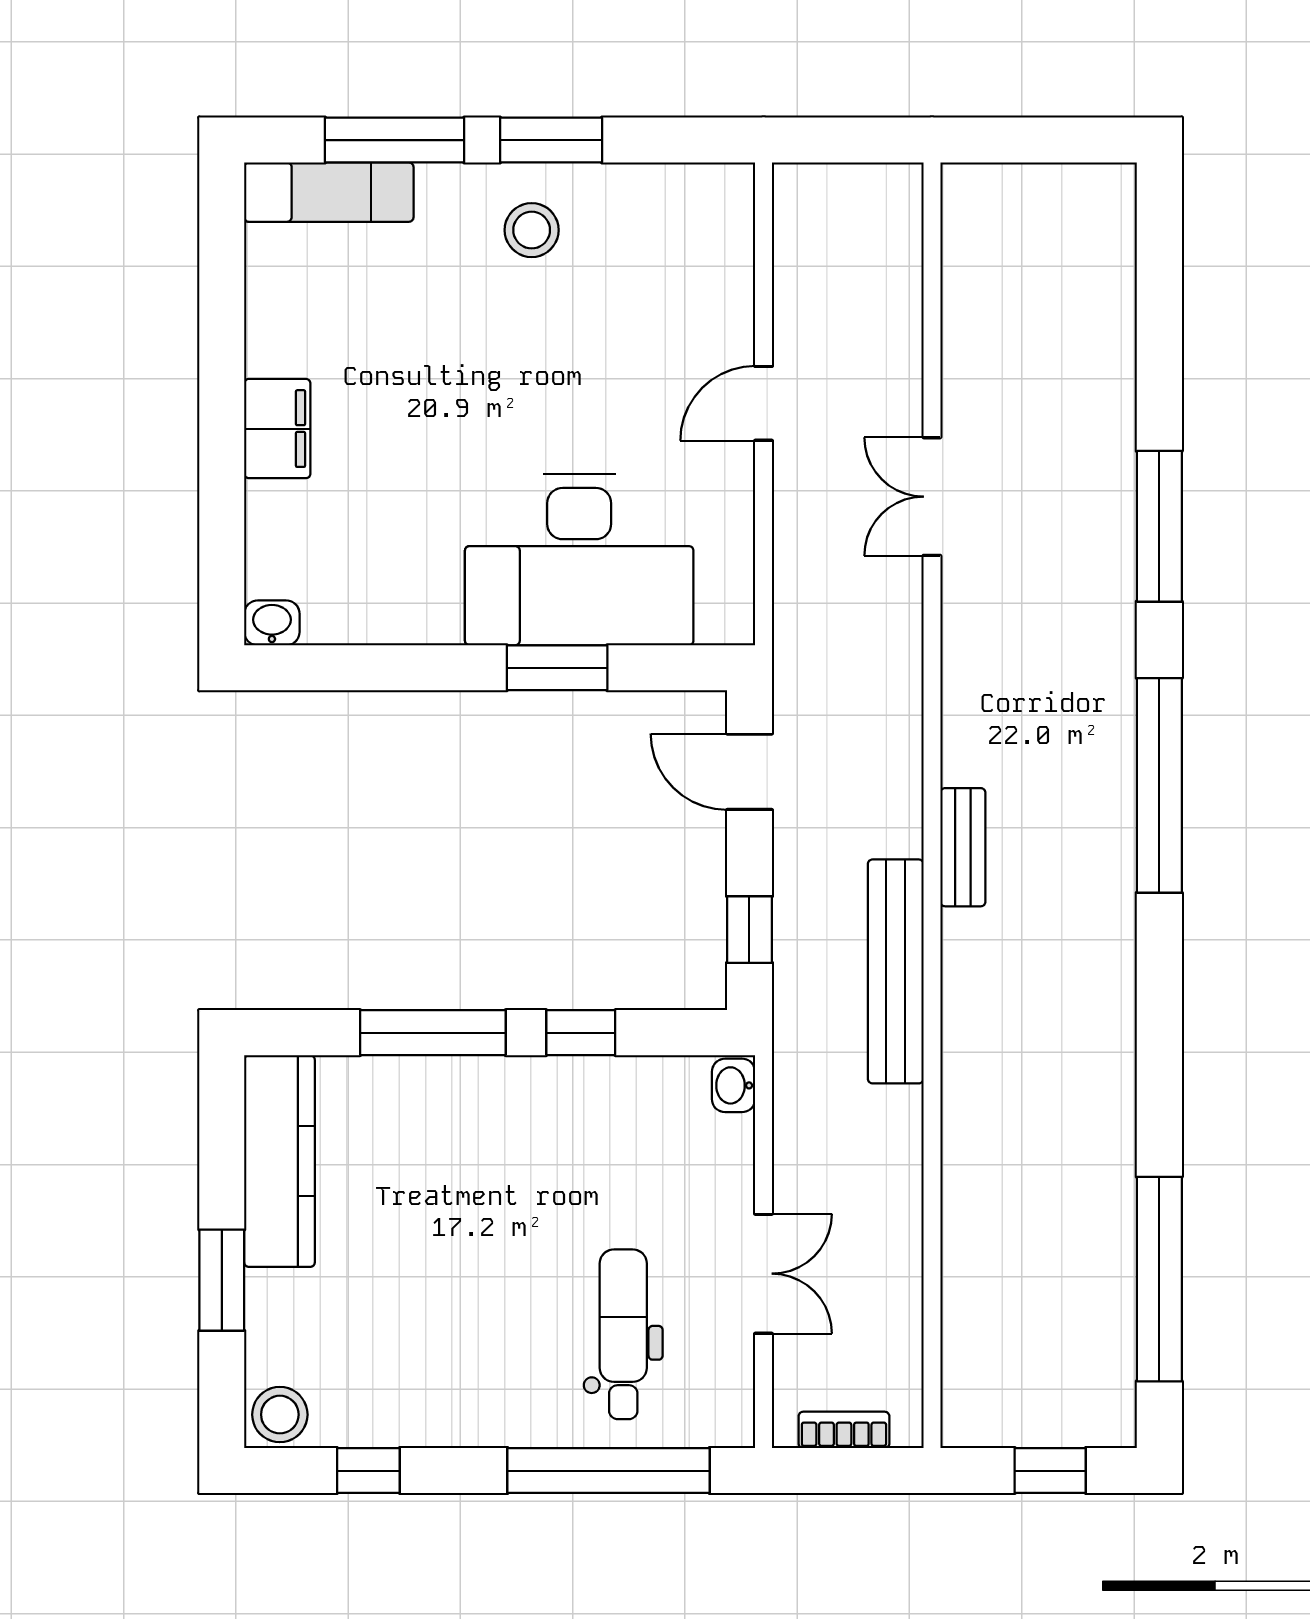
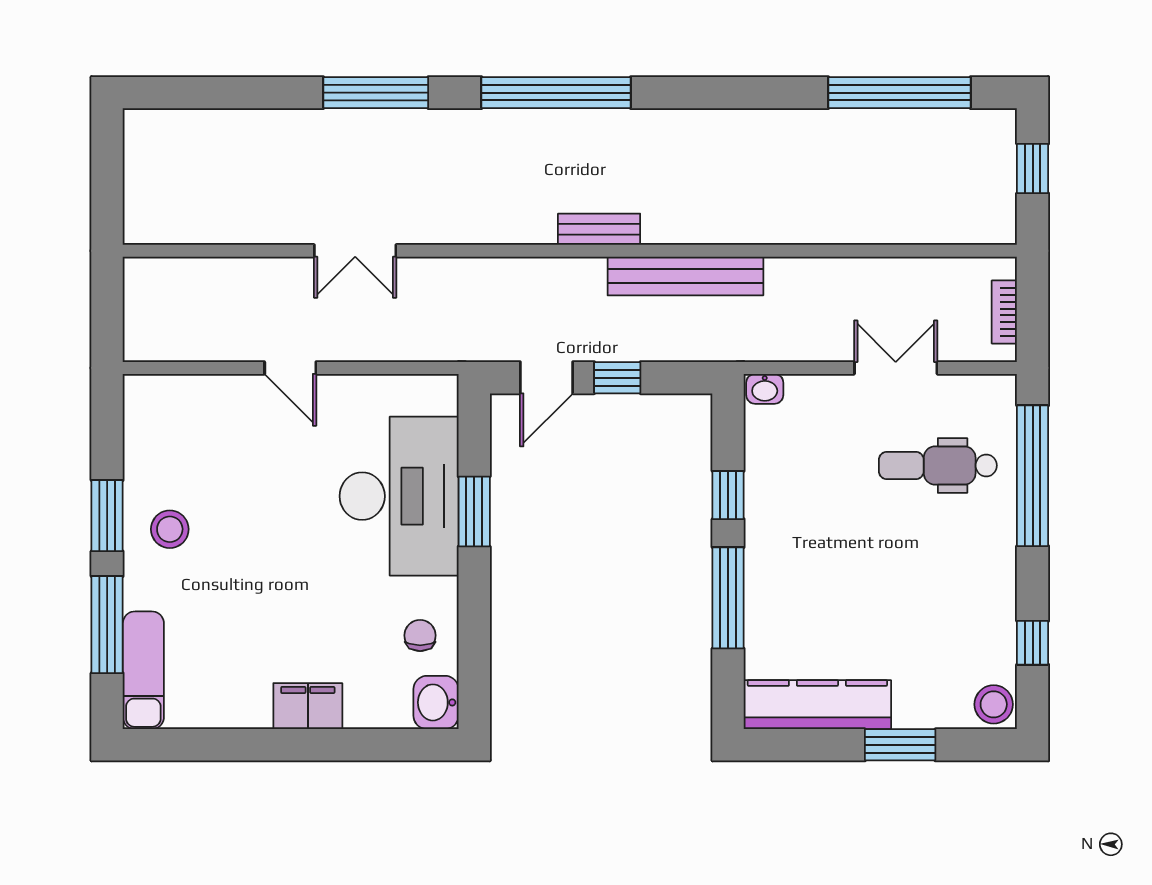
chair: (379, 590) -> (420, 635), added
washbasin: (272, 623) -> (436, 702), width x1.38, depth x1.45
window: (749, 930) -> (617, 378), moved

